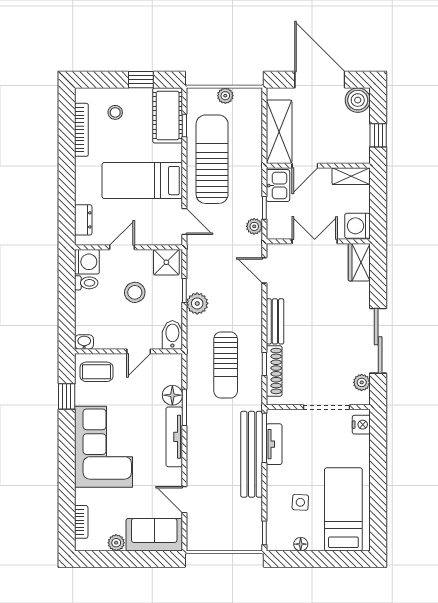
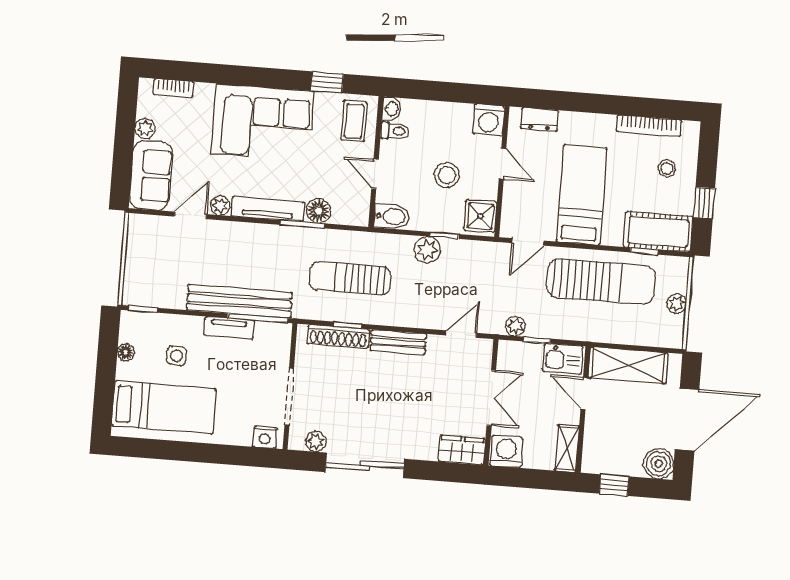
toilet: (86, 283) -> (395, 131), moved, turned -90
tv unit: (274, 444) -> (229, 328), moved
plant: (174, 476) -> (220, 206), added

